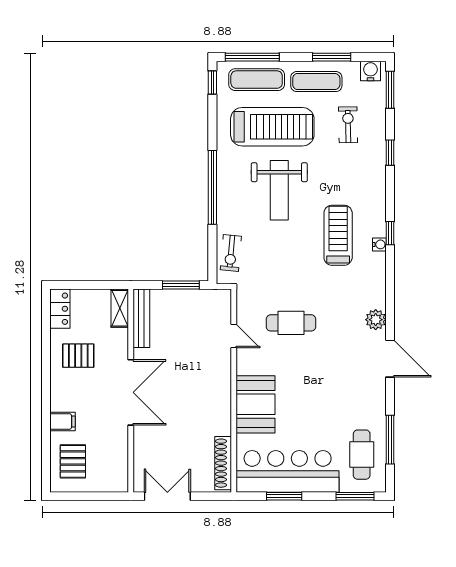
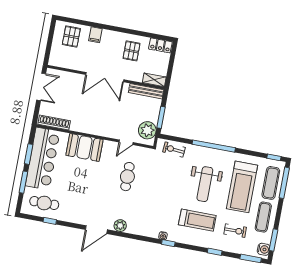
window: (332, 57) -> (274, 240), moved
weight bench: (279, 190) -> (205, 184), turned -90
treadmill: (338, 235) -> (197, 220), moved
plant: (207, 304) -> (147, 130), added
window: (390, 440) -> (50, 221), width x0.46
pallet: (73, 461) -> (71, 36), turned 90
window: (355, 496) -> (23, 182), moved

